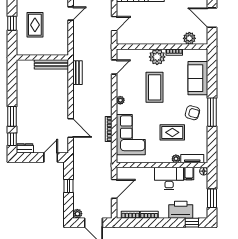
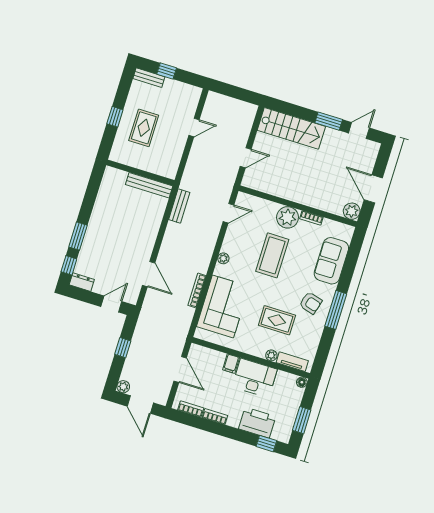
plant: (189, 38) -> (352, 211), moved
filing cabinet: (189, 174) -> (231, 364), moved
door: (114, 189) -> (180, 369), hinge flipped

